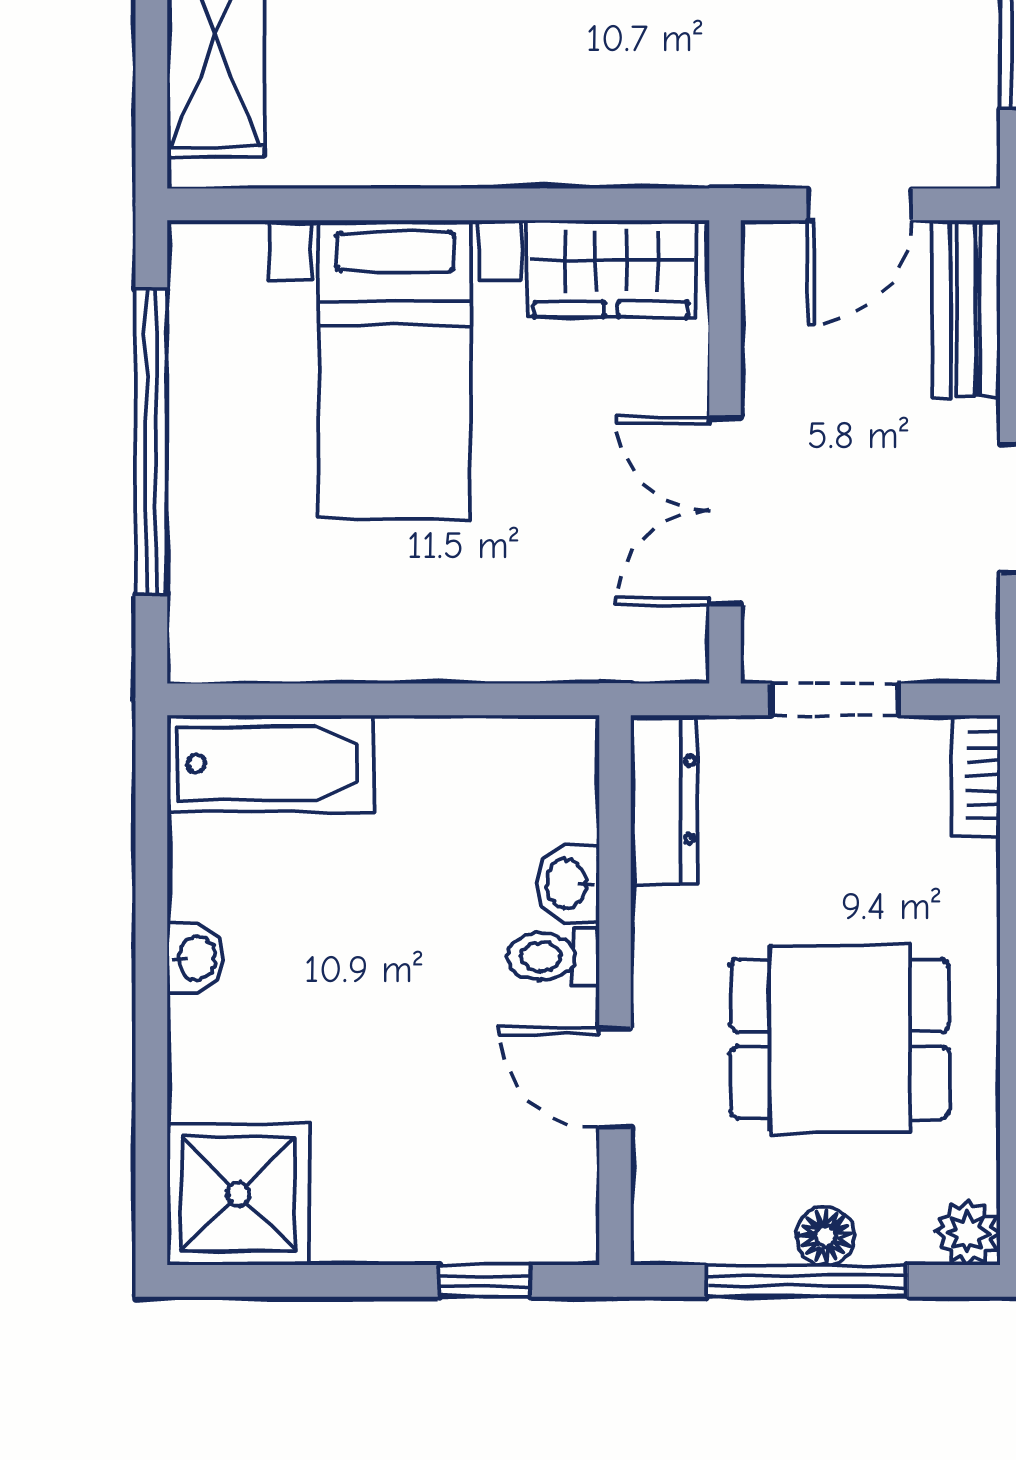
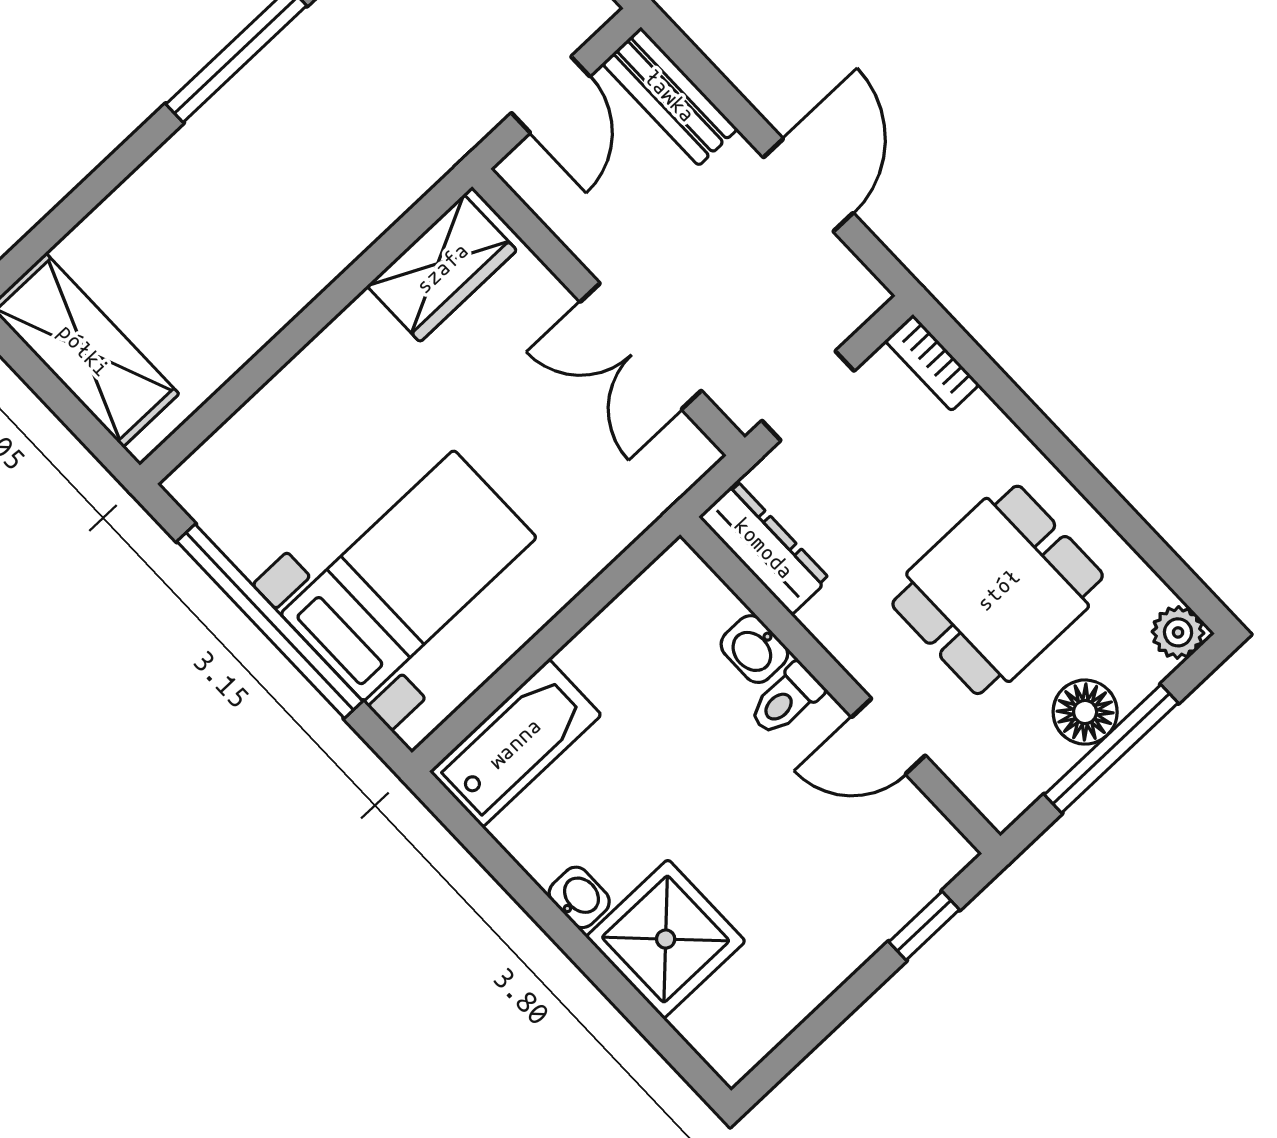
bed with nightstands: (395, 370) -> (409, 576), moved, turned -90
shower: (238, 1194) -> (666, 939), moved
floor lamp: (825, 1236) -> (1085, 712), width x1.37, depth x1.37

